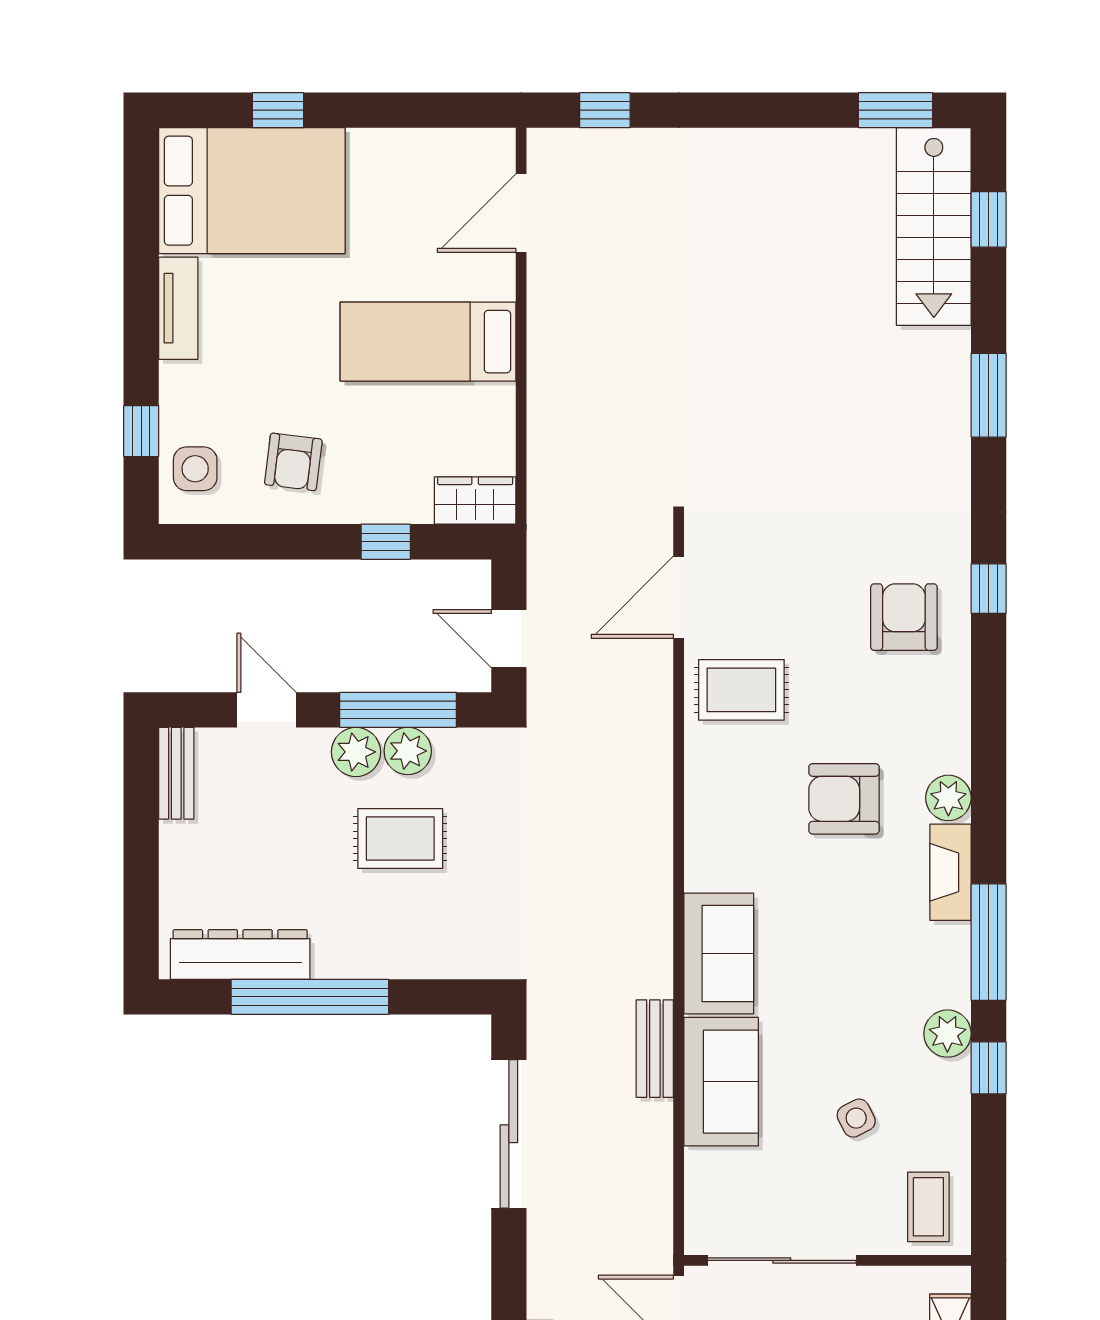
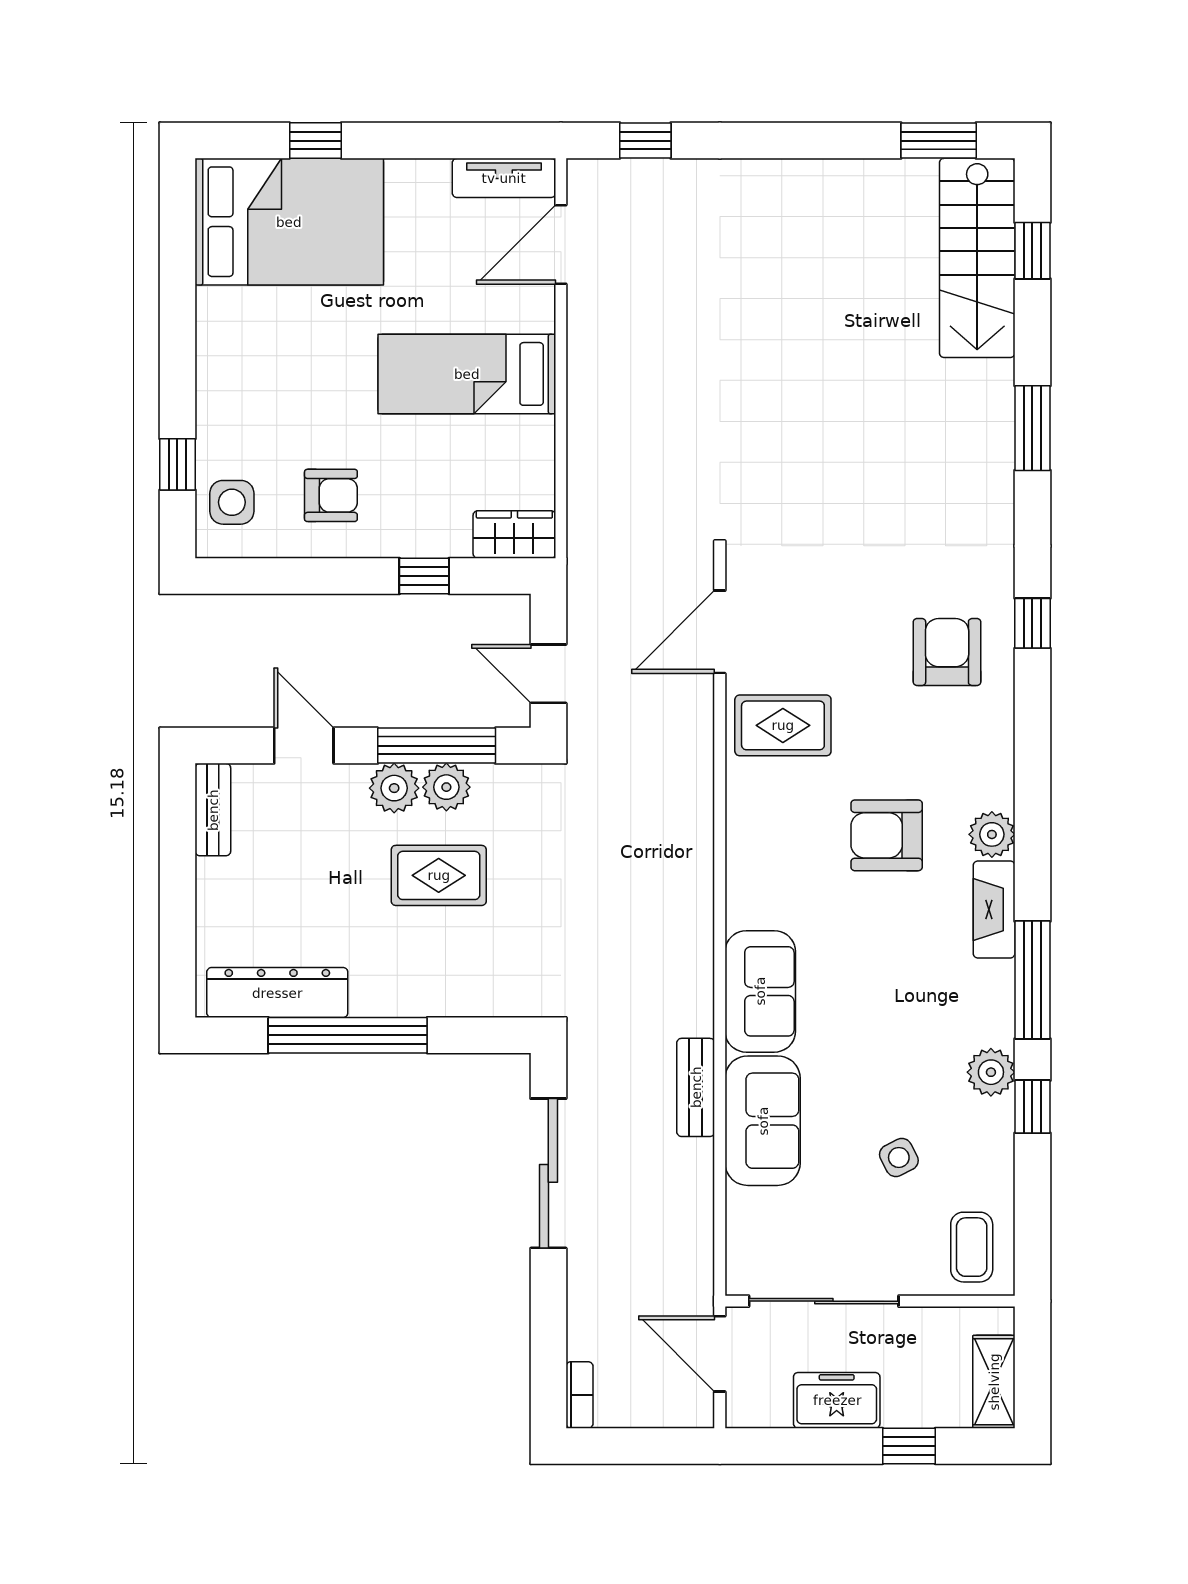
tv unit: (178, 308) -> (504, 178), moved, turned 90
armchair: (293, 462) -> (331, 495), turned -97

